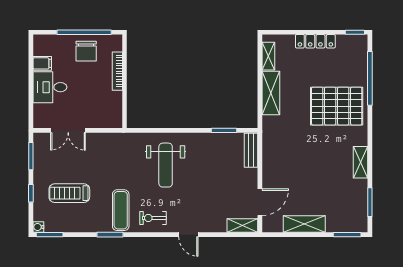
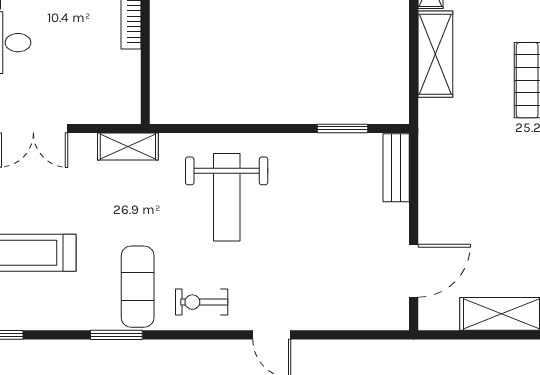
shelving: (242, 225) -> (128, 146), moved

